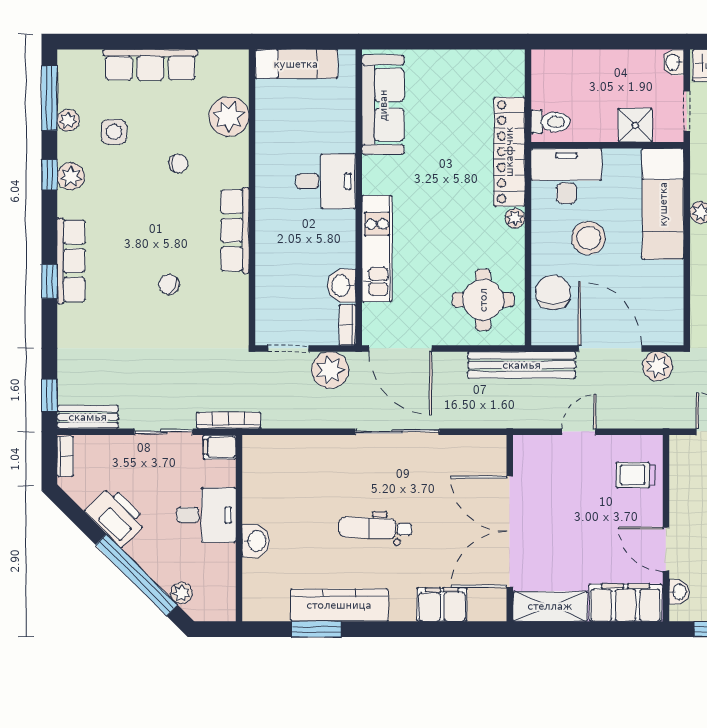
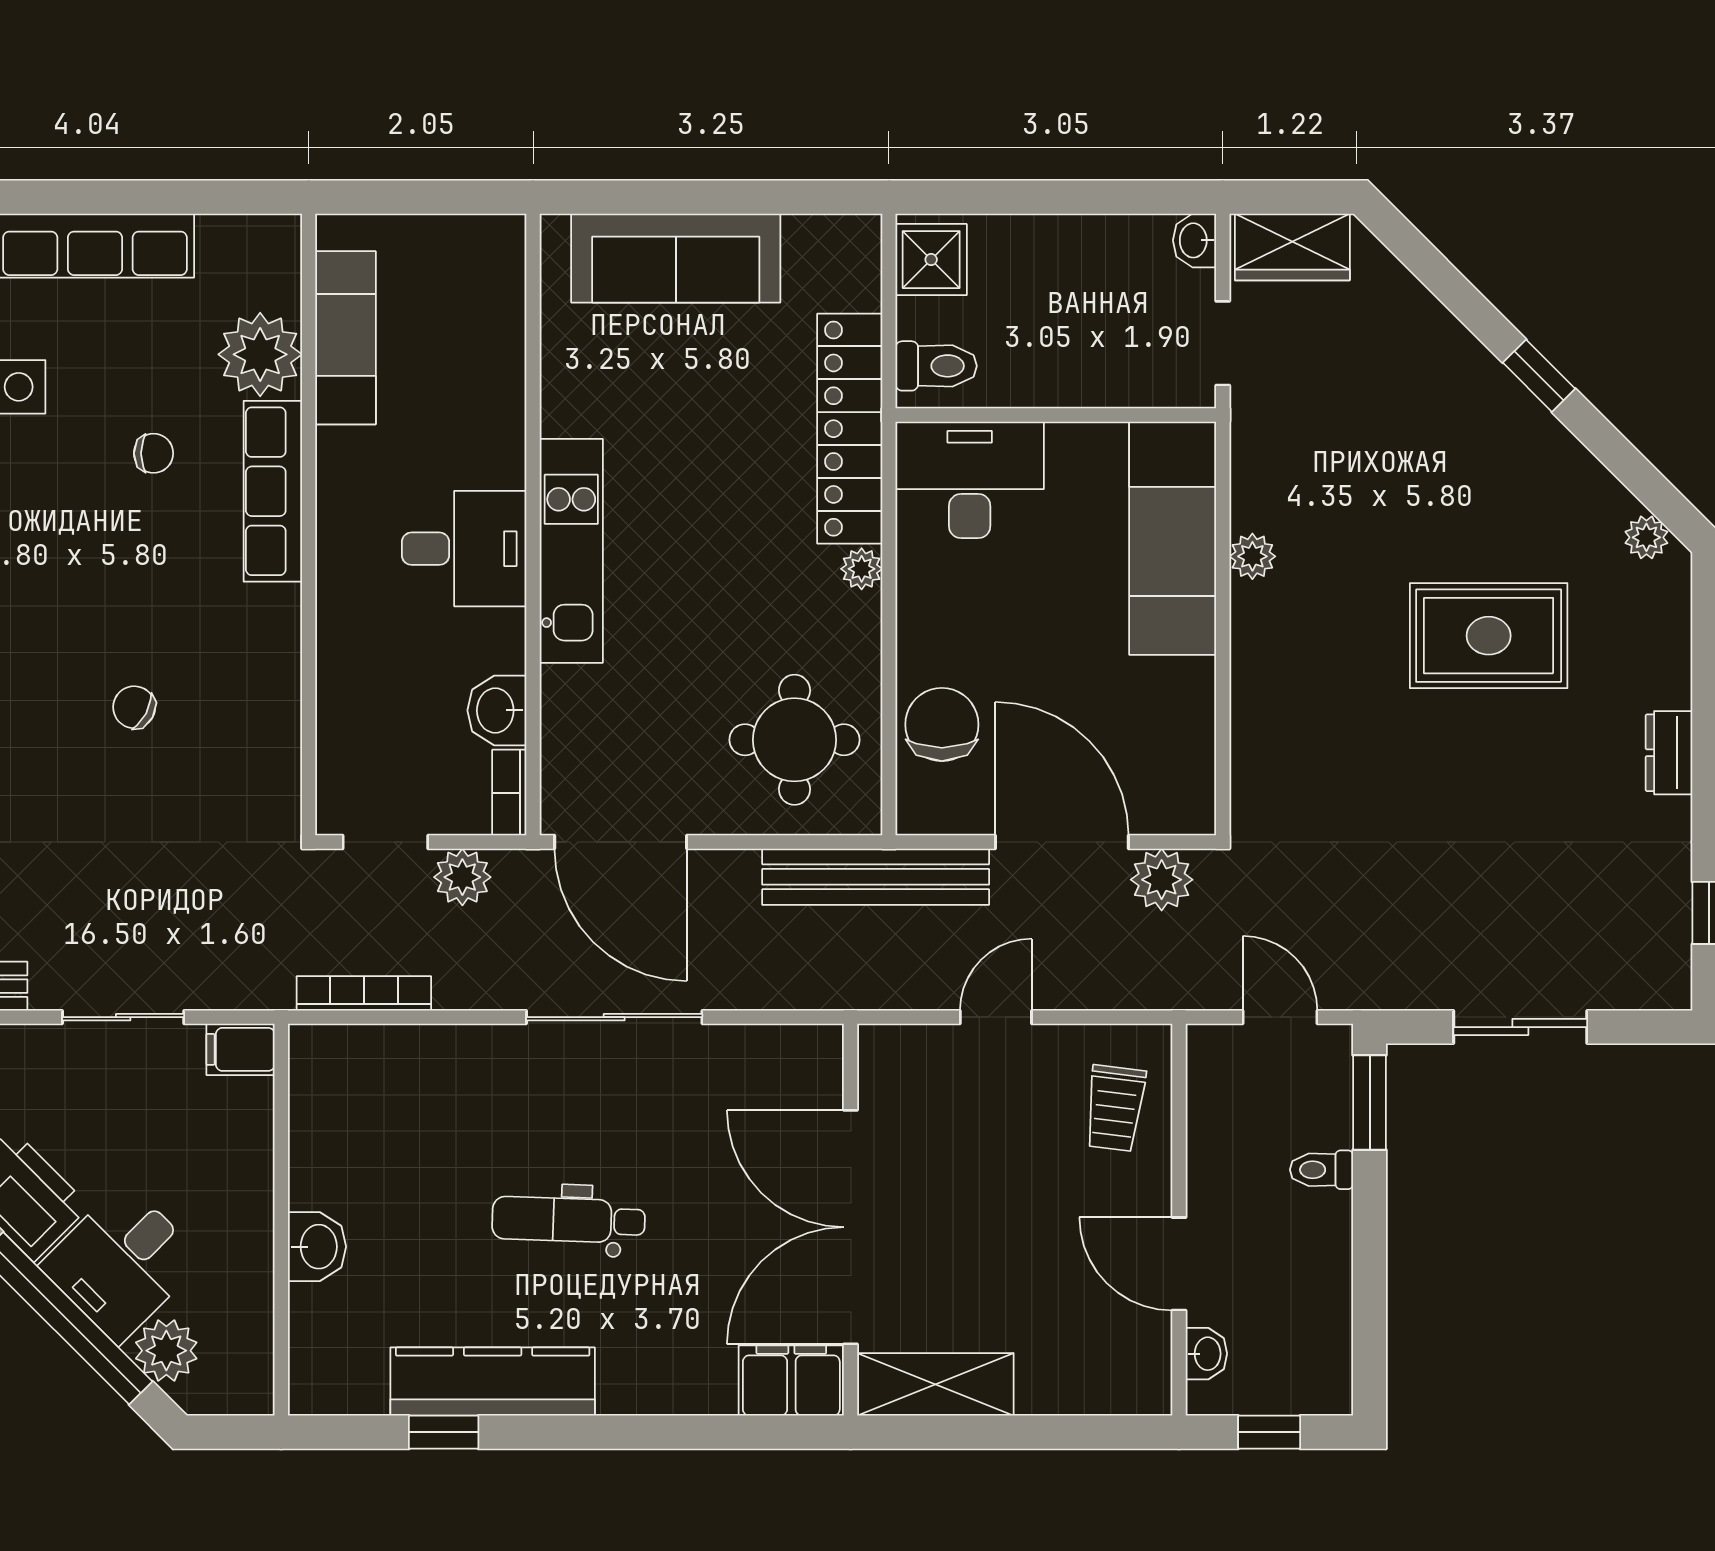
exam couch: (296, 64) -> (346, 338), moved, turned -90
sofa: (383, 105) -> (676, 258), moved, turned 90
shower: (635, 125) -> (931, 260), moved
desk: (326, 181) -> (464, 549), moved
row of seats: (235, 230) -> (273, 491), moved
stool: (589, 238) -> (1016, 610), removed
kitchen unit: (377, 249) -> (571, 551), moved
plant: (330, 370) -> (462, 877), width x0.73, depth x0.73
bookcase: (229, 420) -> (364, 993), moved
trolley: (635, 475) -> (1115, 1108), turned -83
desk: (206, 515) -> (122, 1263), moved, turned 135
plant: (181, 593) -> (166, 1351), width x1.38, depth x1.38
filing cabinet: (626, 603) -> (1094, 1376), removed
filing cabinet: (442, 605) -> (791, 1381), moved
window: (316, 629) -> (444, 1432), width x0.67

